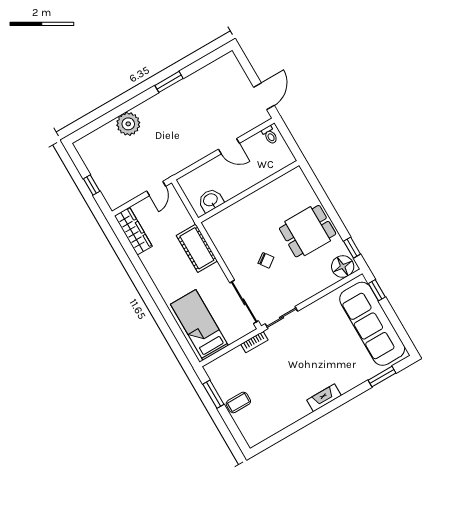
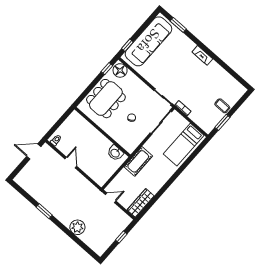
wall: (249, 192) -> (103, 132), moved
washbasin: (211, 200) -> (115, 153), moved
dining table: (308, 231) -> (106, 99), width x1.38

